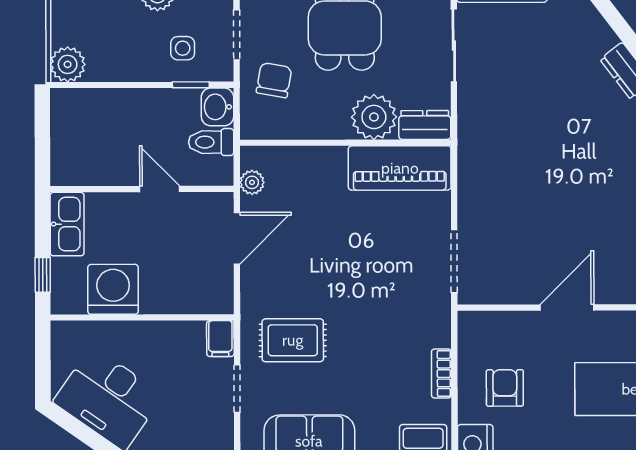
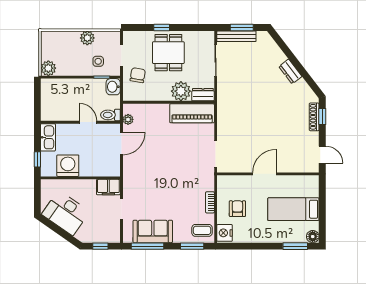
toilet: (211, 142) -> (110, 115), moved
filing cabinet: (220, 339) -> (108, 187), width x2.00
rug: (293, 340) -> (146, 188), removed

